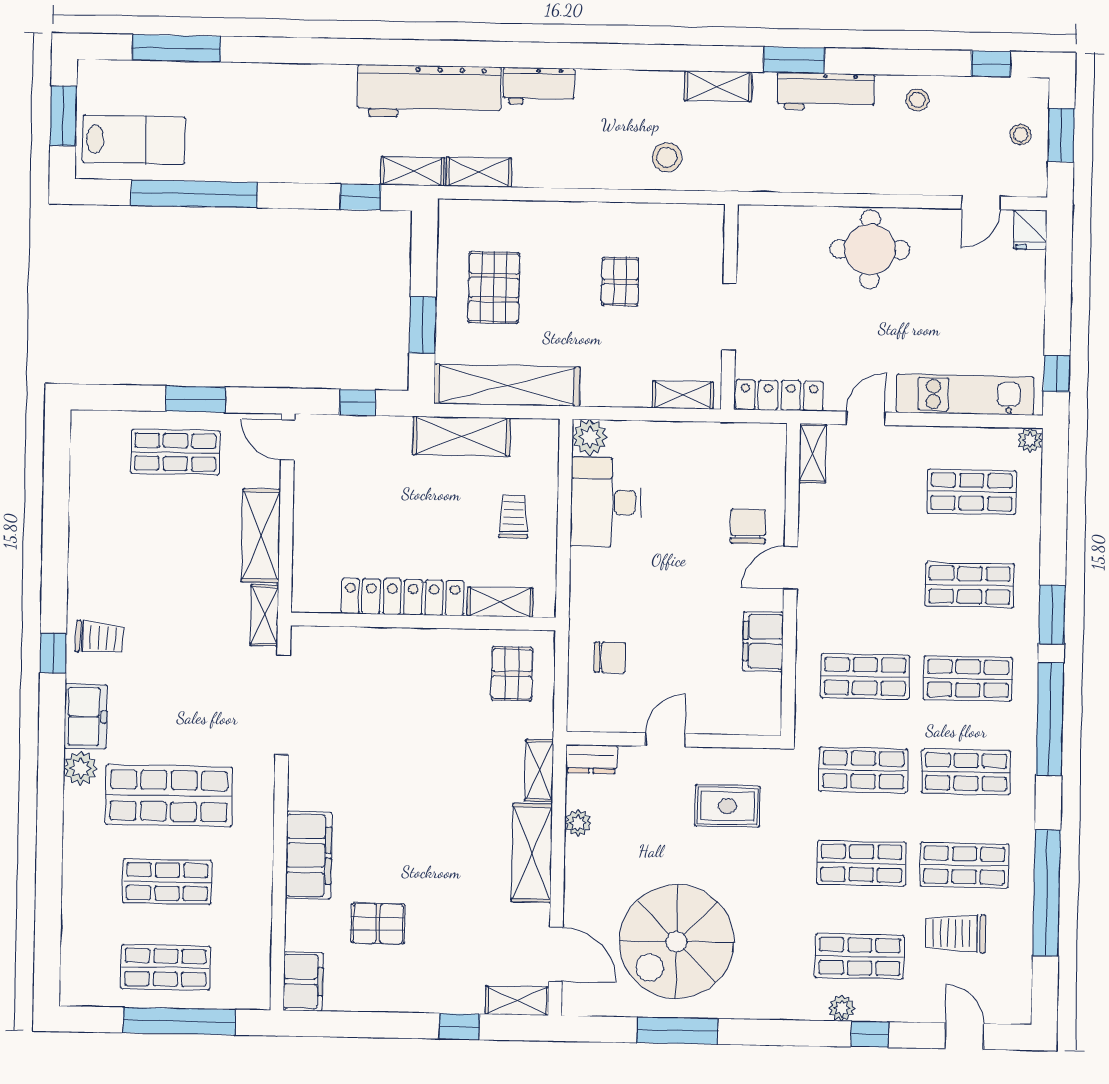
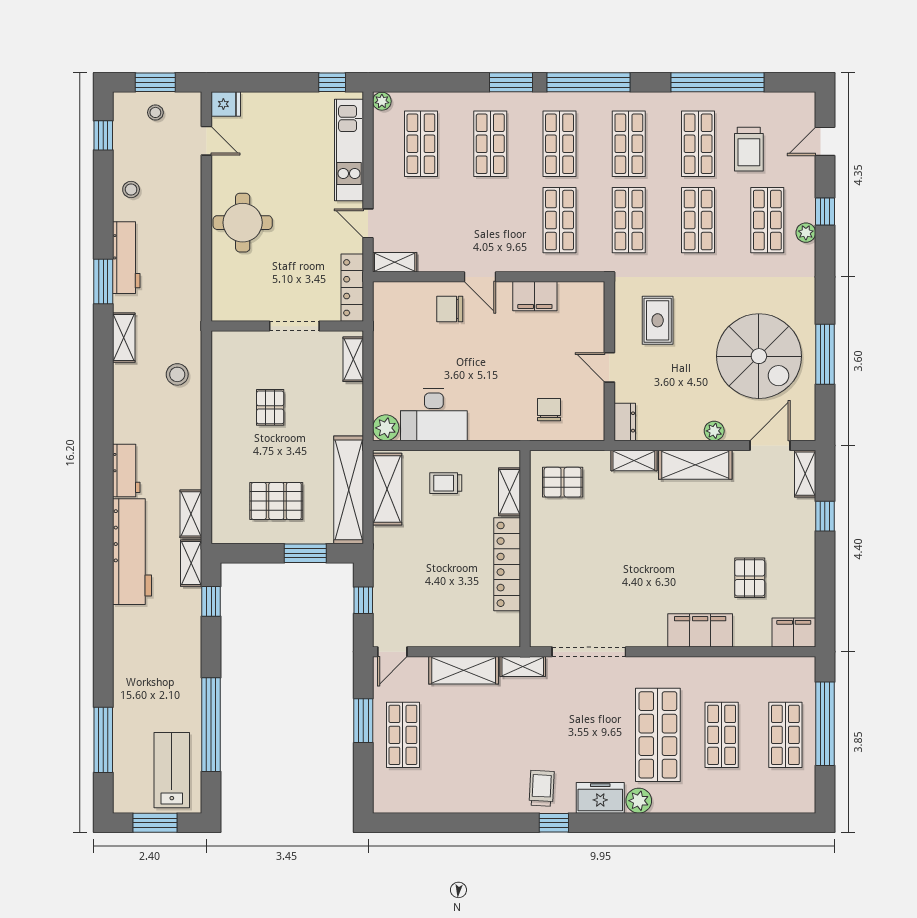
pallet: (620, 282) -> (270, 407), turned 90
shelving: (461, 436) -> (387, 489), moved
plant: (578, 823) -> (714, 431), moved

